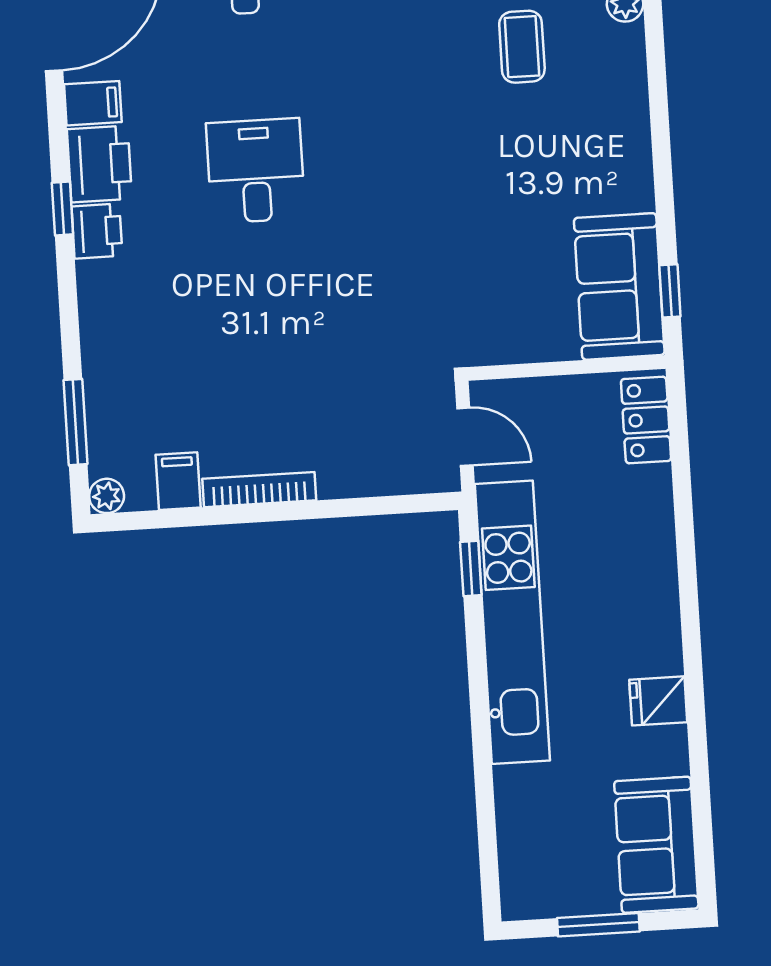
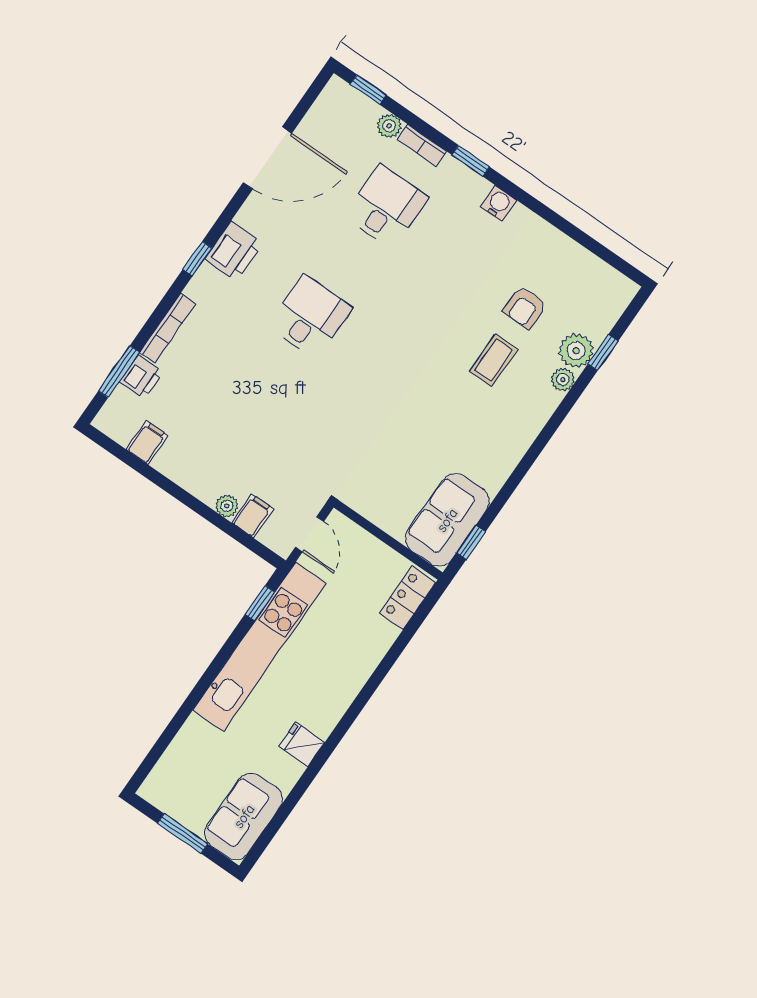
filing cabinet: (93, 103) -> (253, 516), moved, turned -90
printer: (97, 231) -> (141, 377), moved
bookcase: (259, 490) -> (168, 328), moved, turned 90
plant: (107, 496) -> (227, 506), moved

